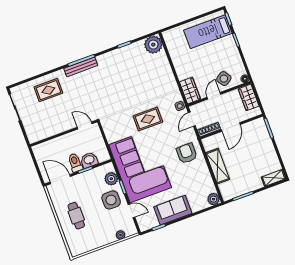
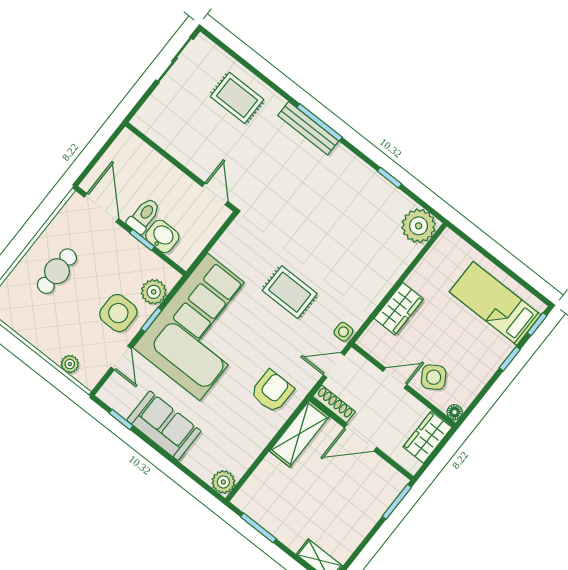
wardrobe: (190, 91) -> (399, 309), moved
shelving: (218, 166) -> (299, 434), moved

